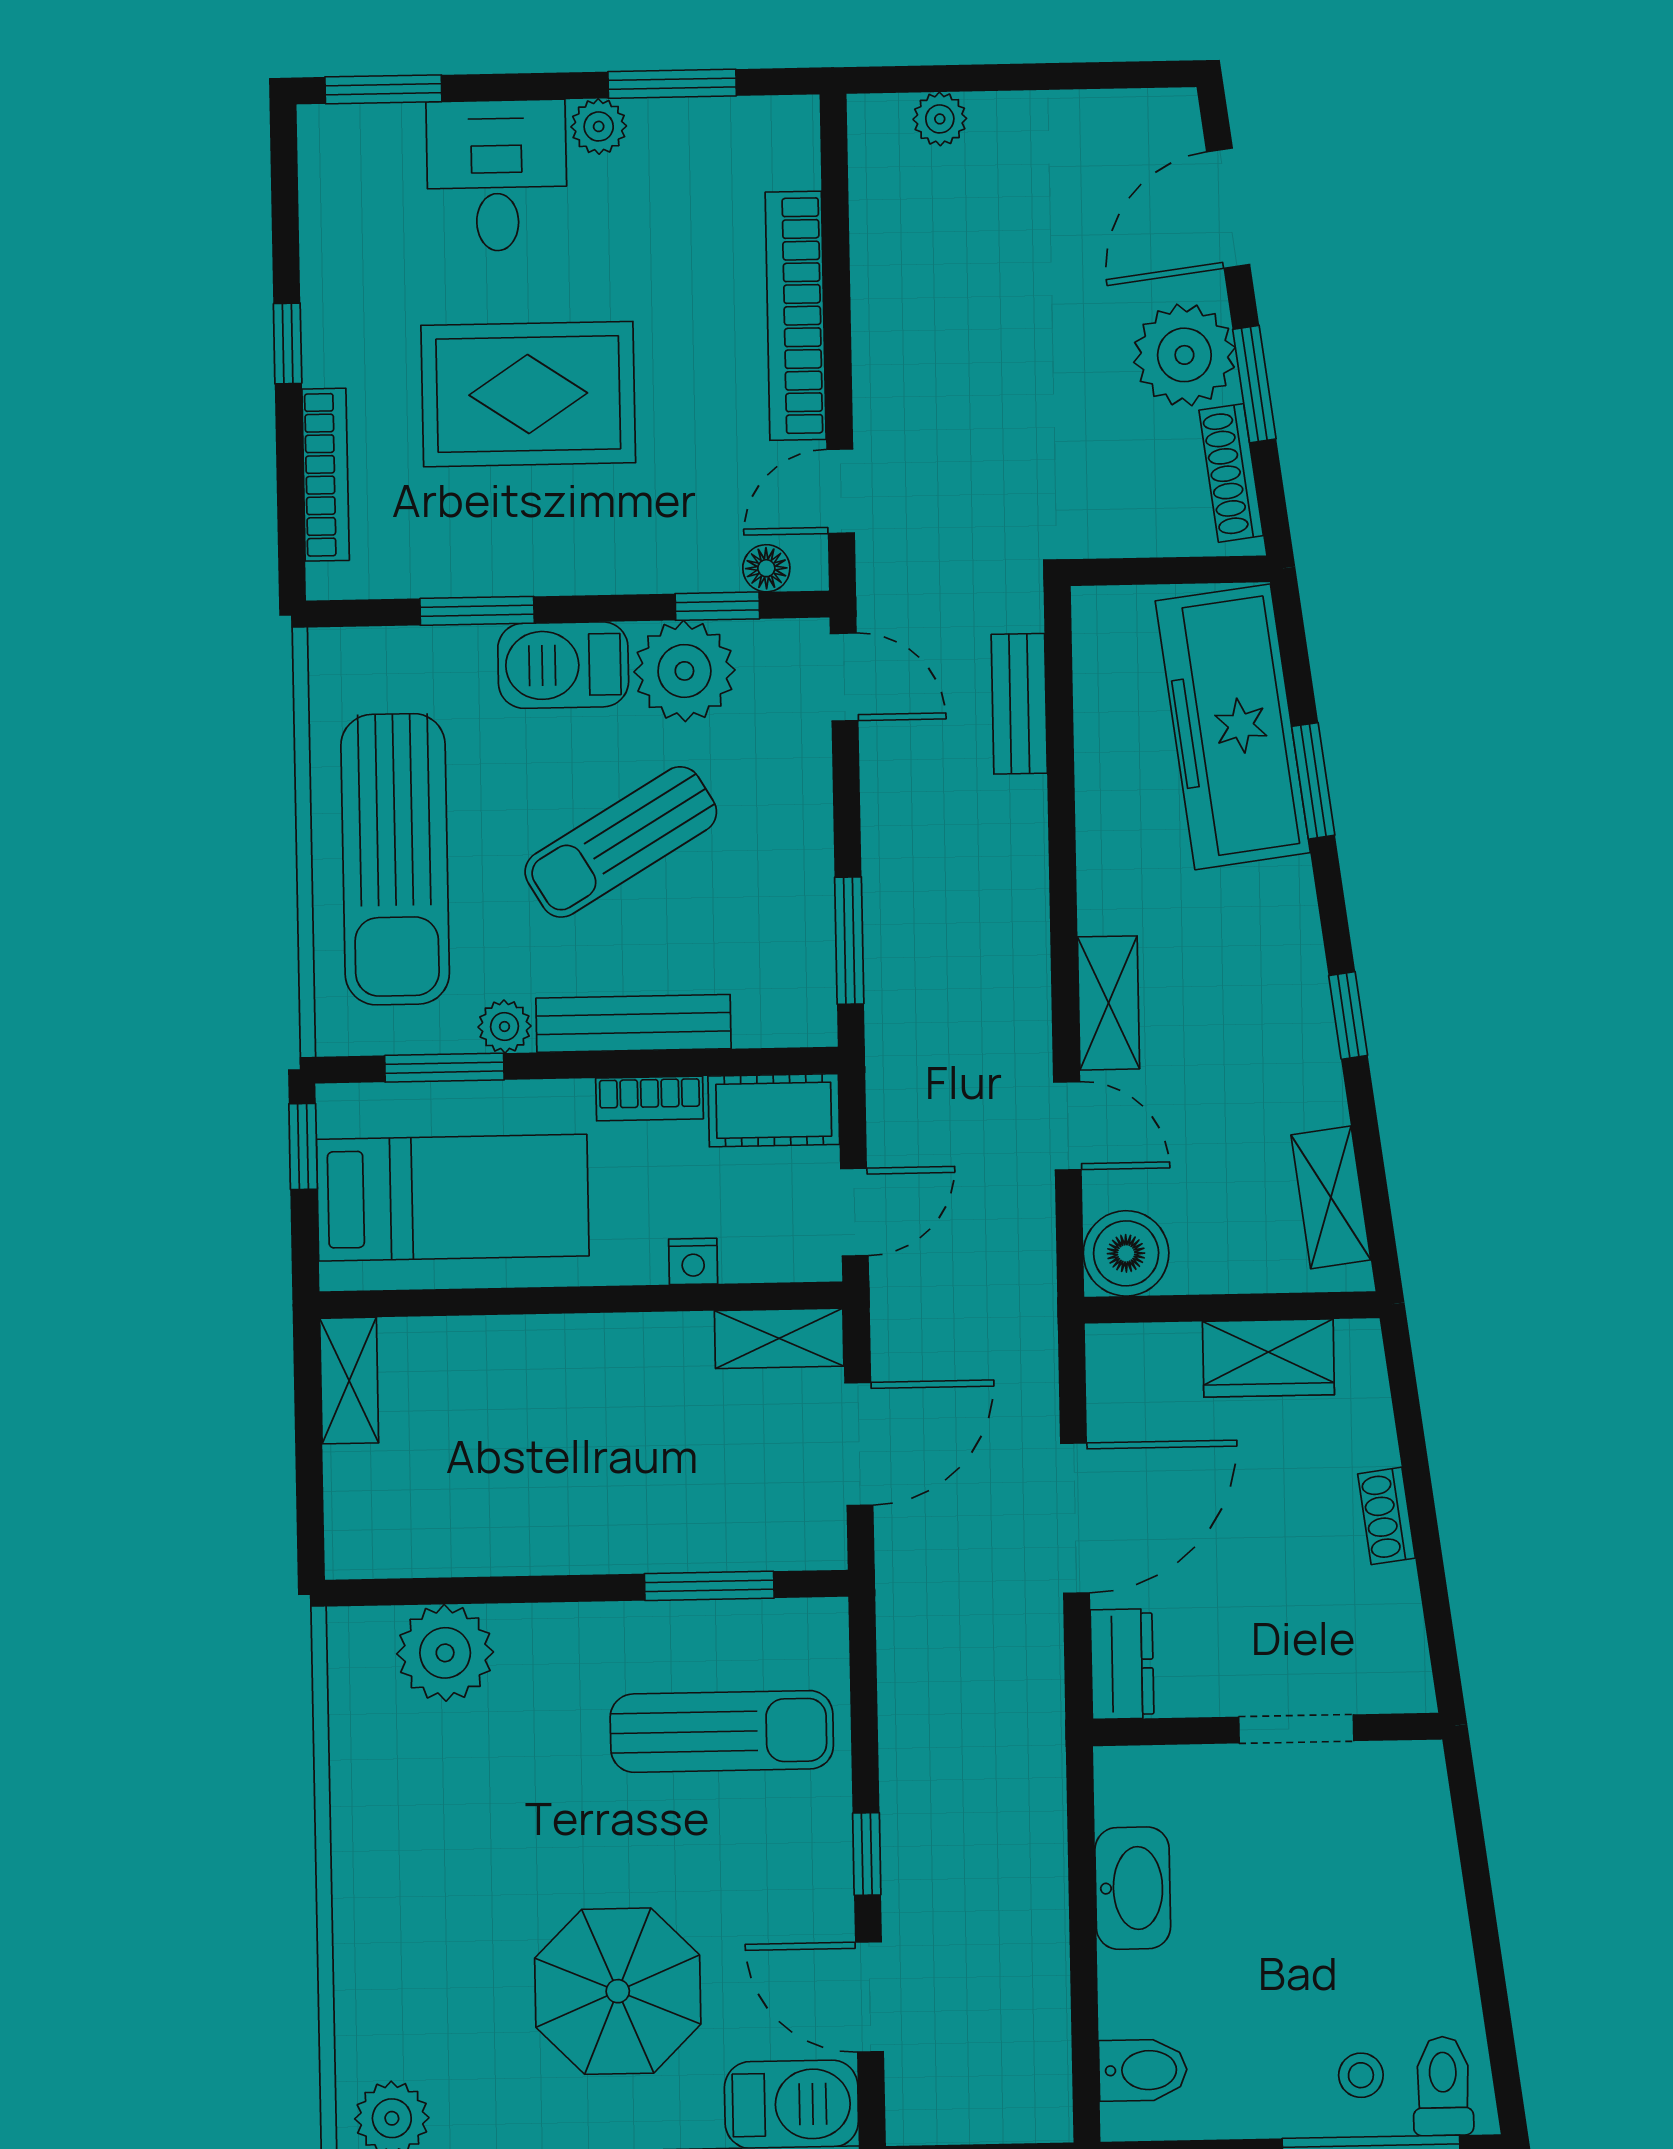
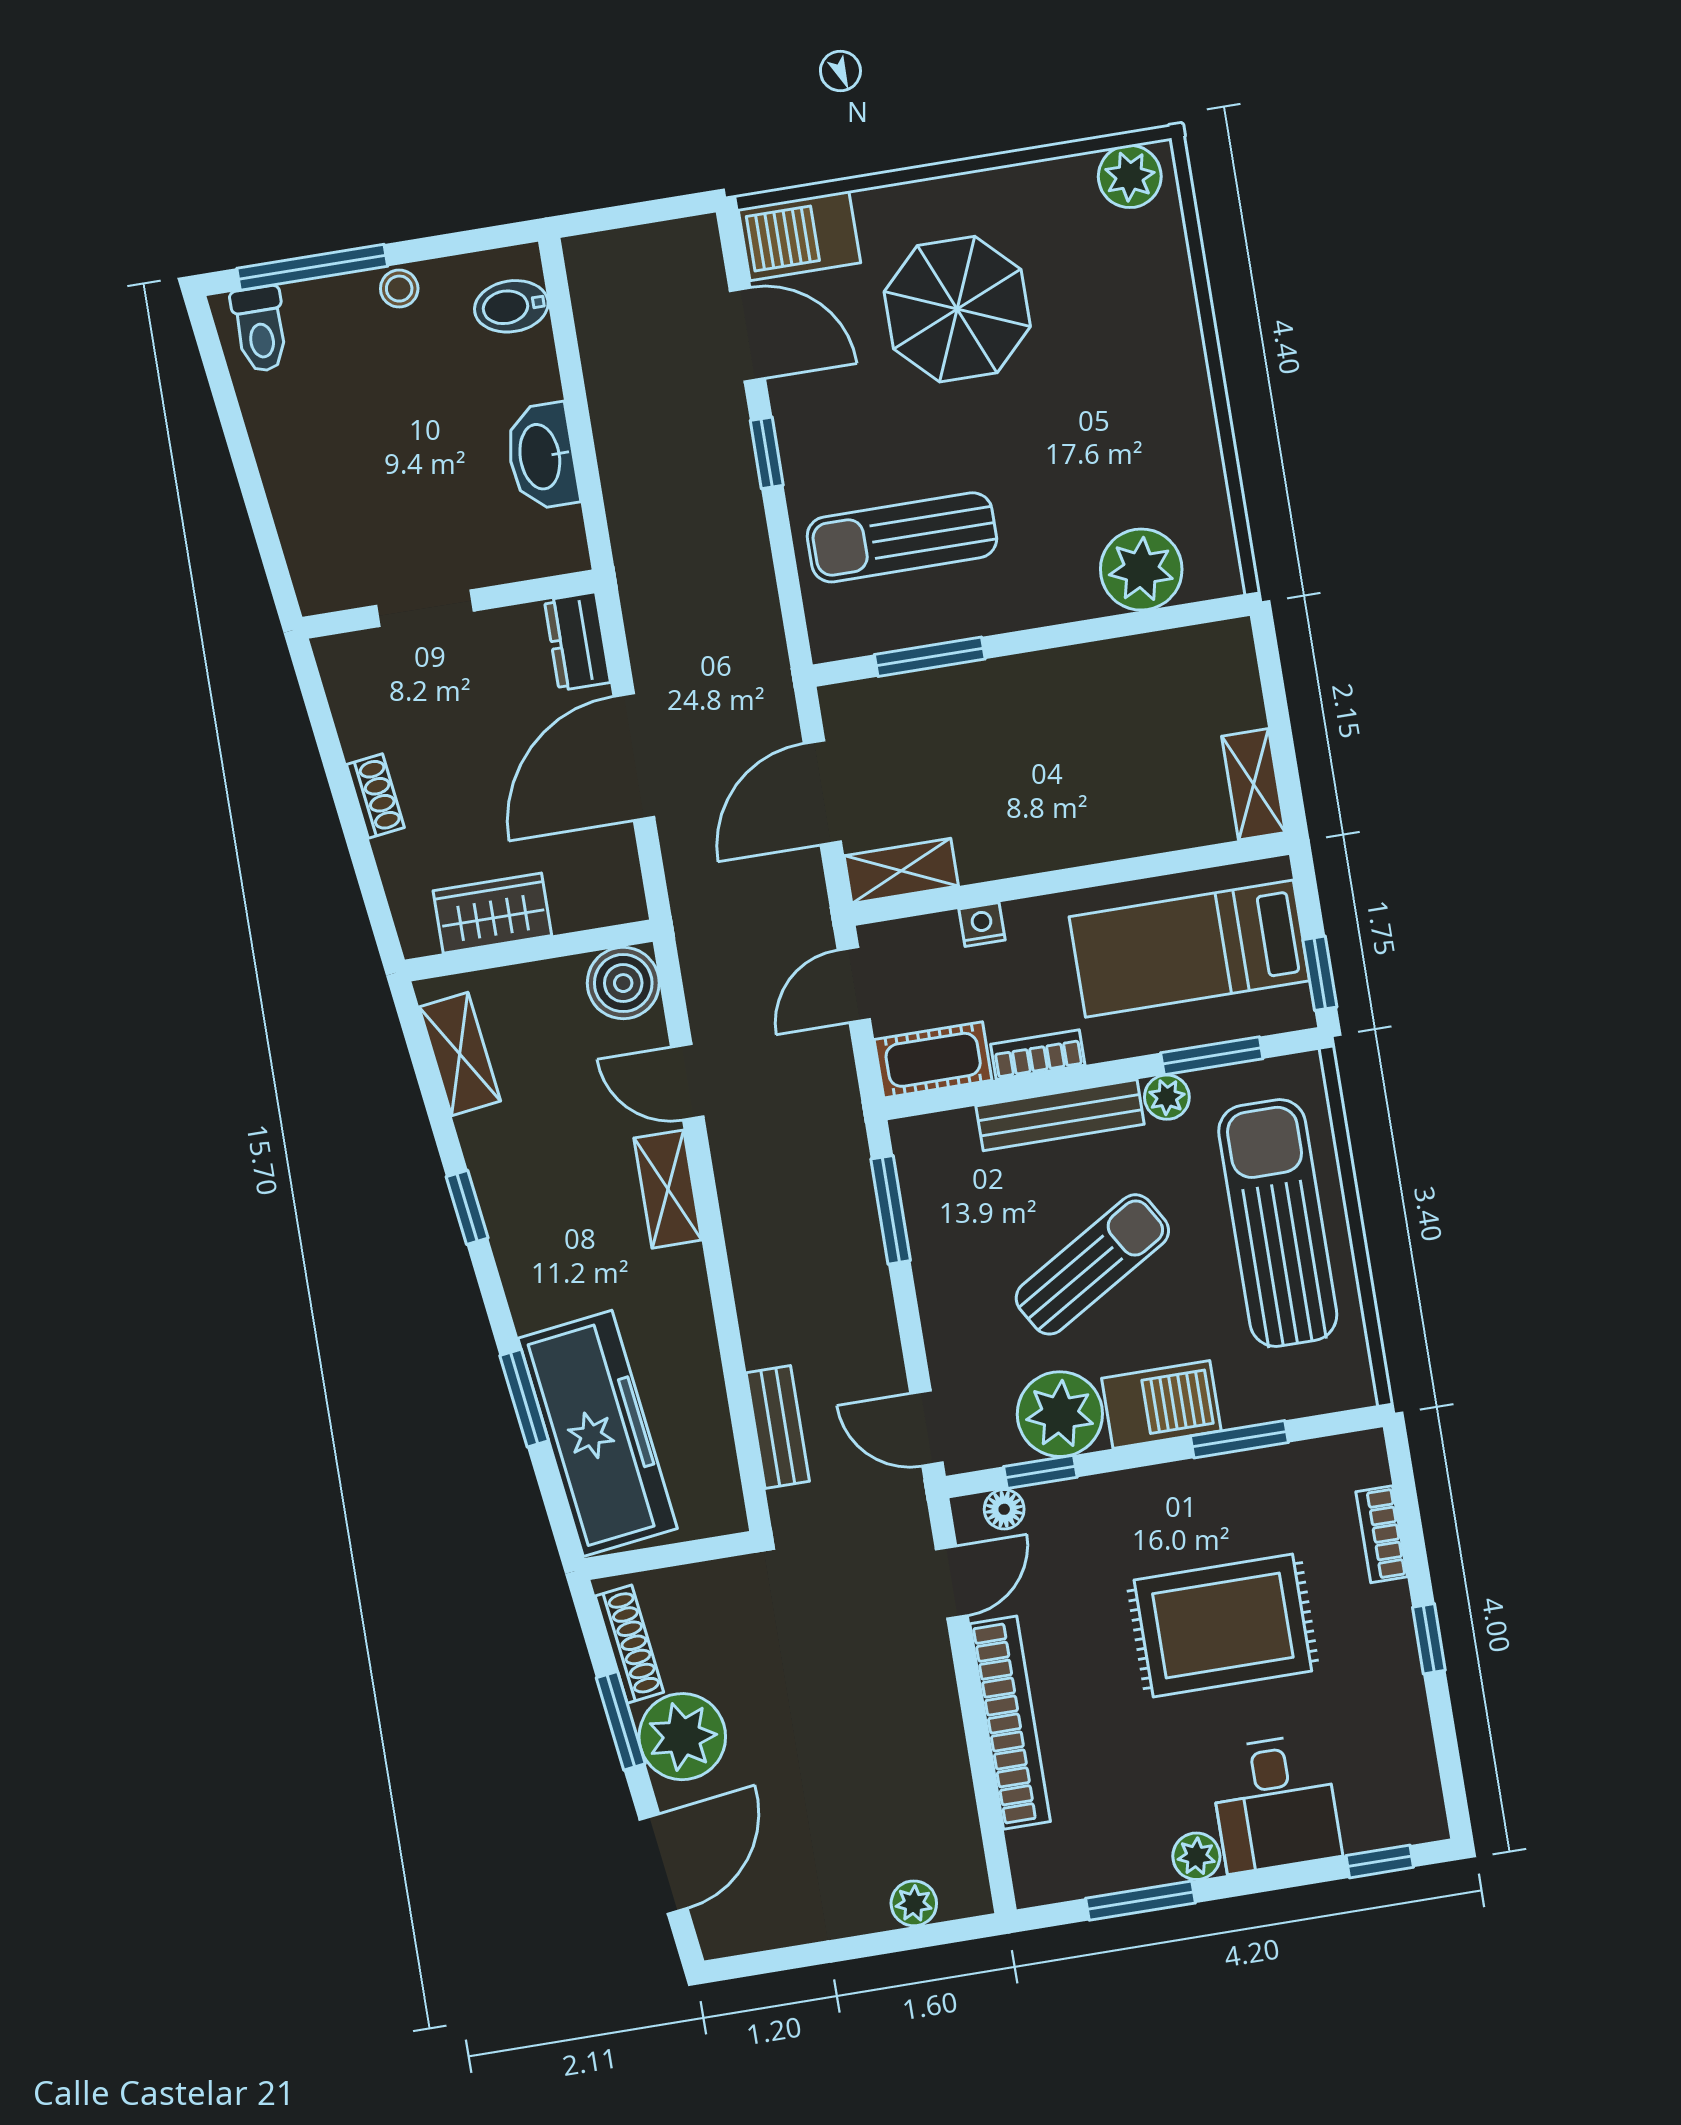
window: (383, 89) -> (1380, 1861), width x0.67
bookcase: (326, 475) -> (1382, 1534), width x0.64
stool: (1361, 2075) -> (399, 289), moved

